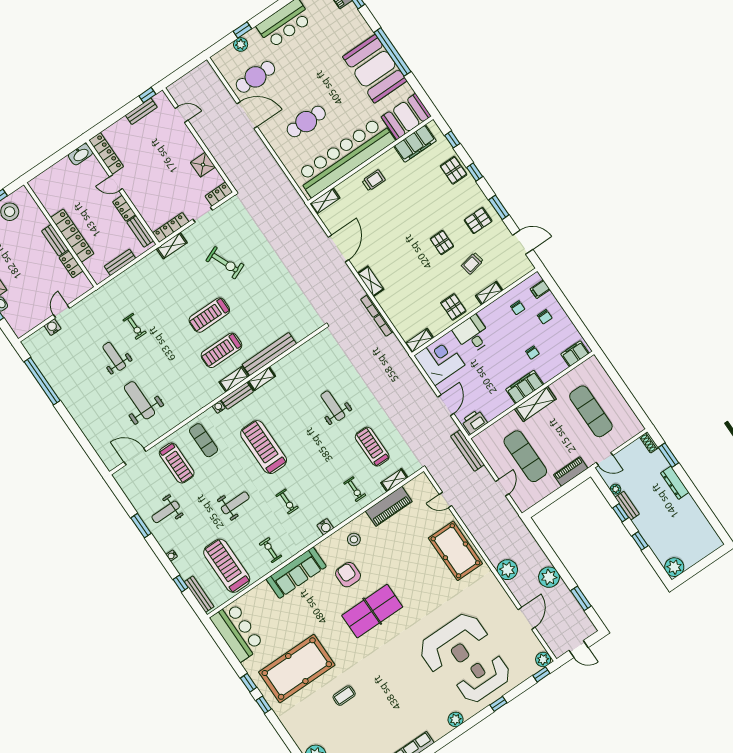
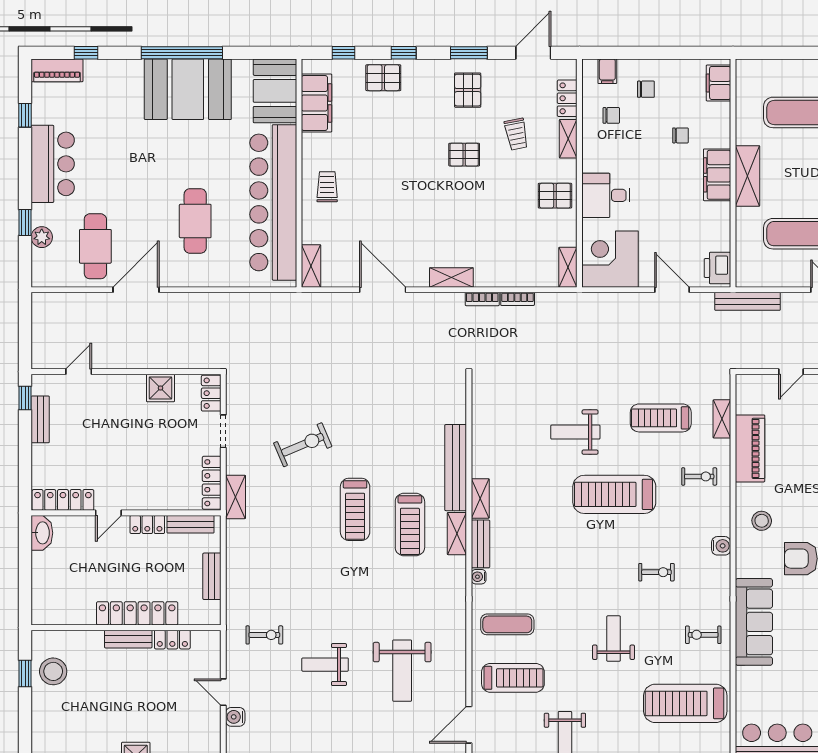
locker: (511, 277) -> (567, 98), added
exercise bike: (135, 326) -> (264, 635), moved
weight bench: (139, 400) -> (402, 671), turned -90
treadmill: (264, 447) -> (614, 494), moved

